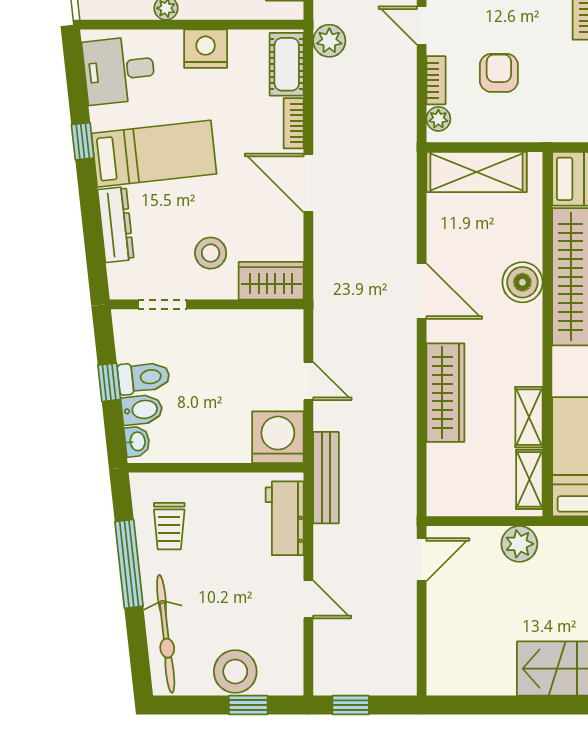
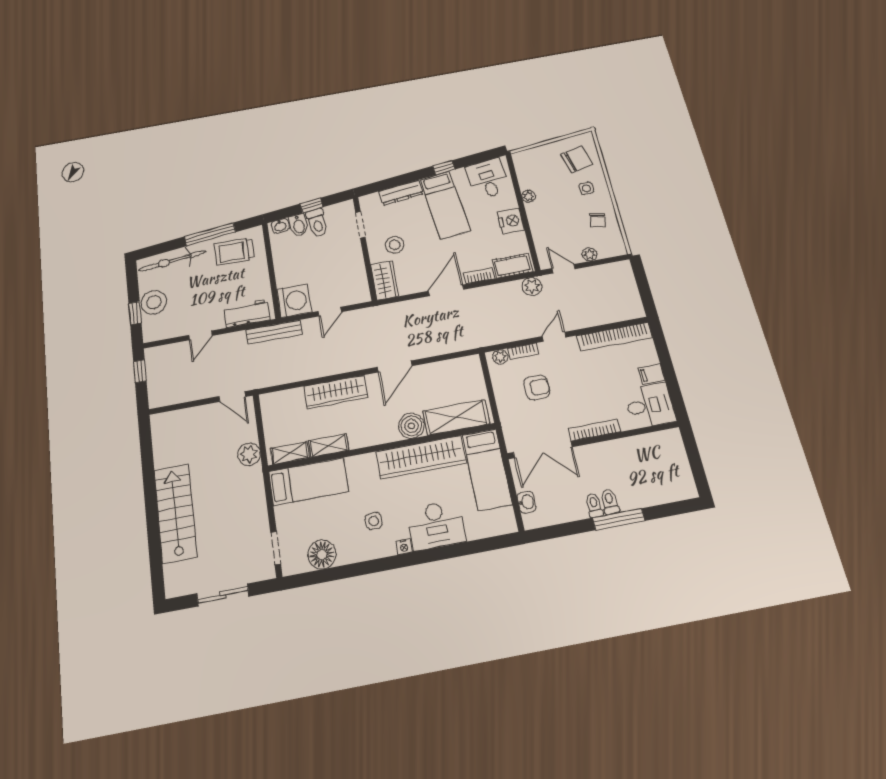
shelving: (477, 172) -> (456, 417), moved, turned 90
trolley: (169, 526) -> (234, 251), width x1.36, depth x1.39

